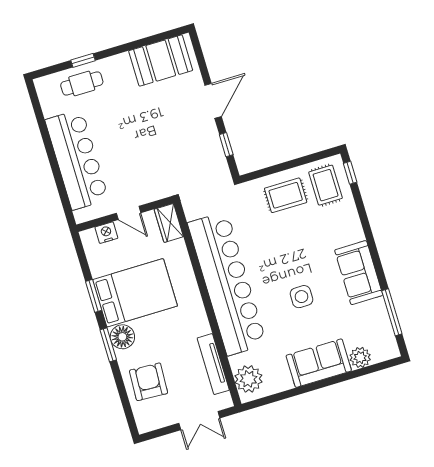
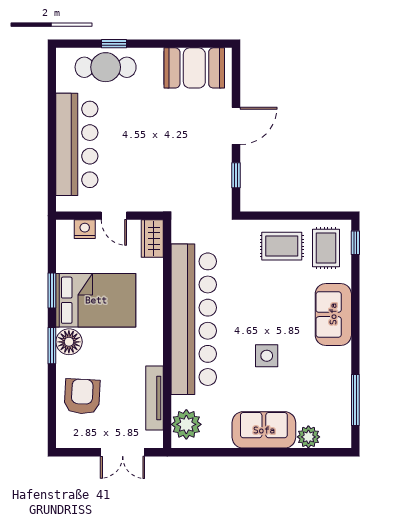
cafe table: (82, 83) -> (106, 67), width x1.37, depth x1.35
sofa: (359, 273) -> (333, 314), moved

